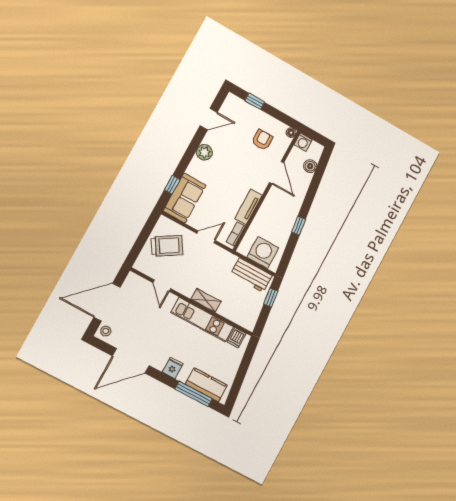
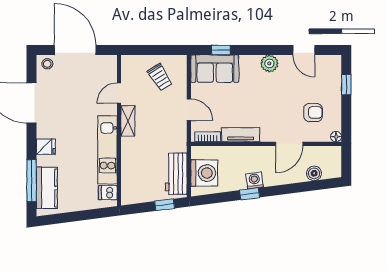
washing machine: (303, 142) -> (254, 180), moved, turned 83
trolley: (167, 246) -> (160, 77), width x0.73, depth x0.72
shelving: (206, 300) -> (128, 121), moved

